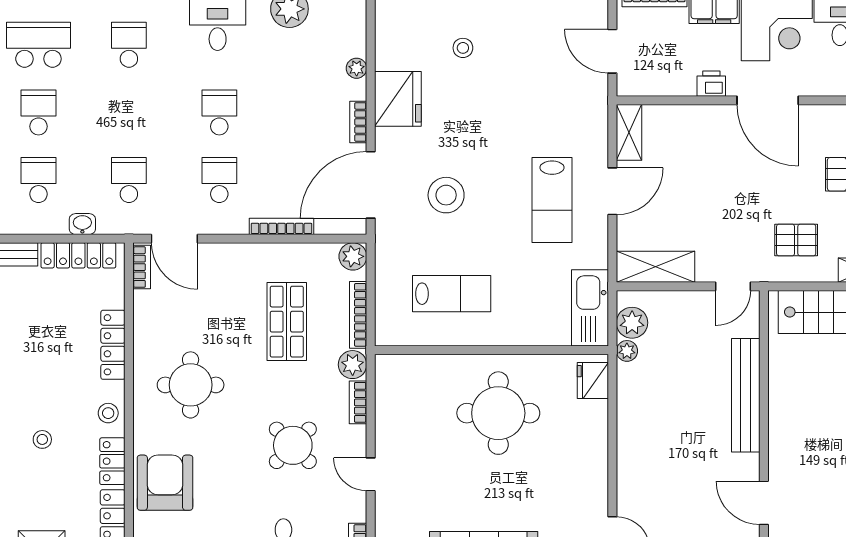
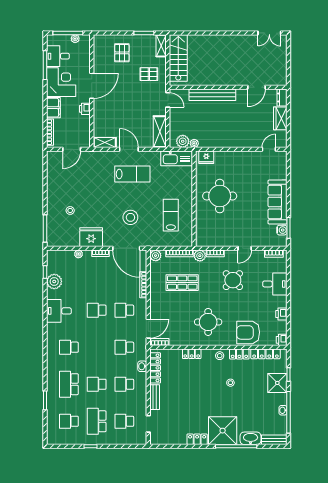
pallet: (796, 240) -> (149, 74), turned 90
locker: (113, 345) -> (192, 354), width x0.66

